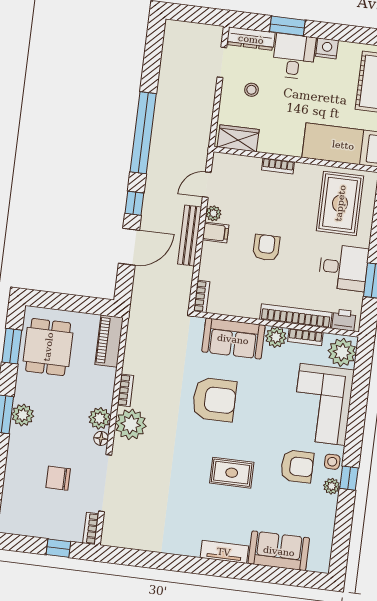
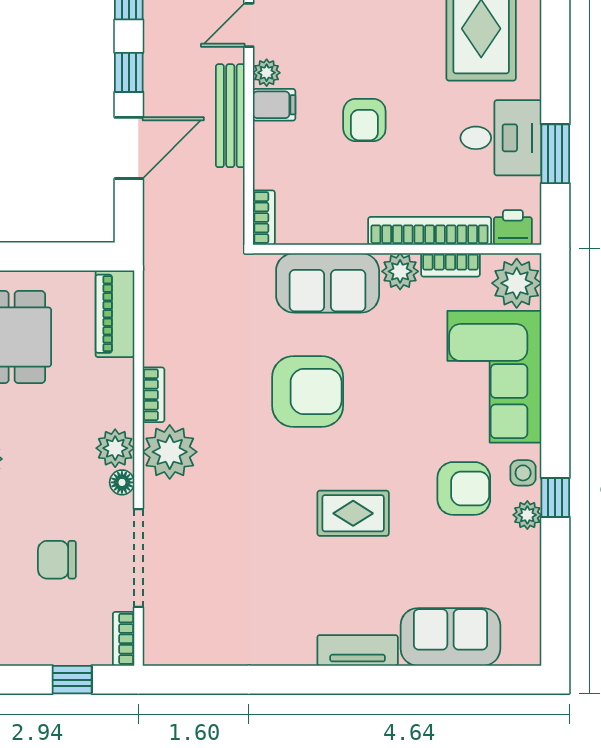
armchair: (266, 248) -> (364, 120), turned 180

